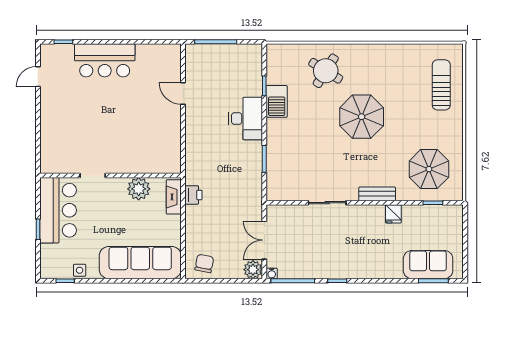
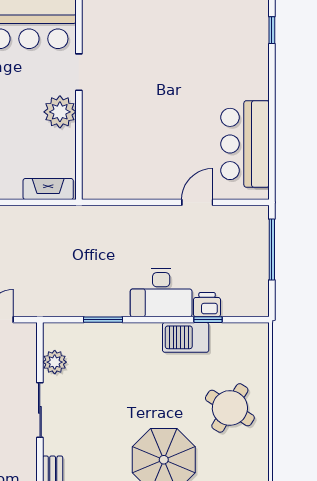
bar counter: (105, 60) -> (245, 144), moved
plant: (139, 189) -> (60, 112), moved
plant: (294, 192) -> (55, 362), added
printer: (193, 195) -> (207, 305), moved, turned 180

